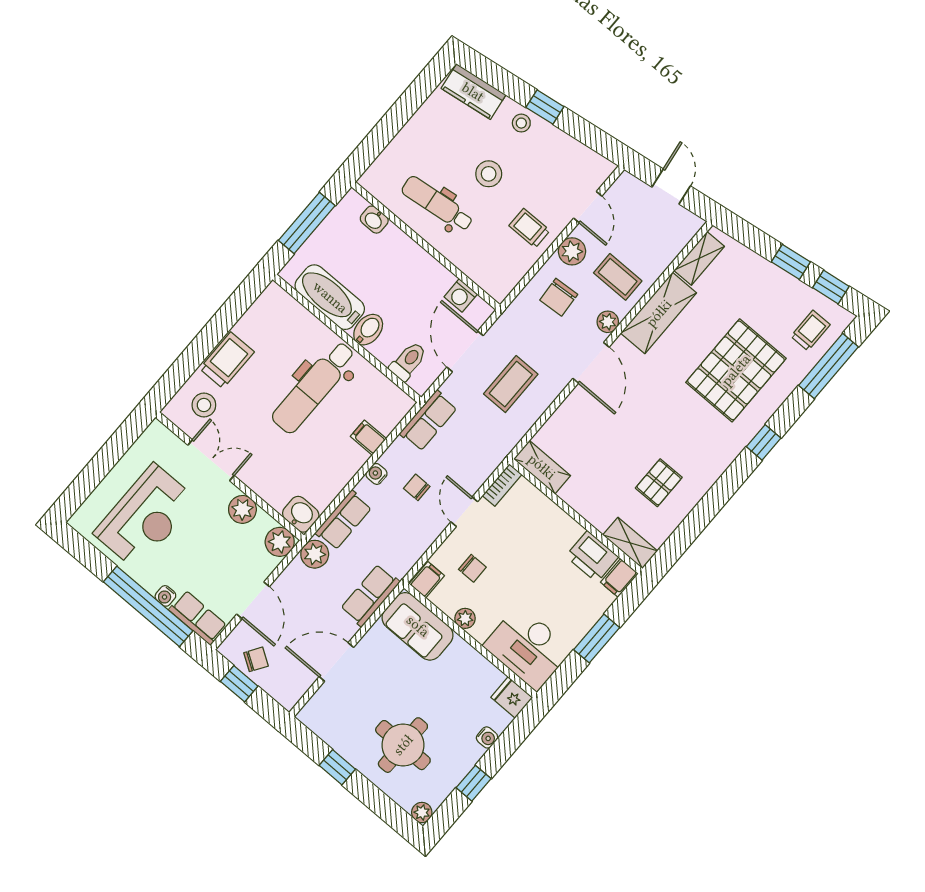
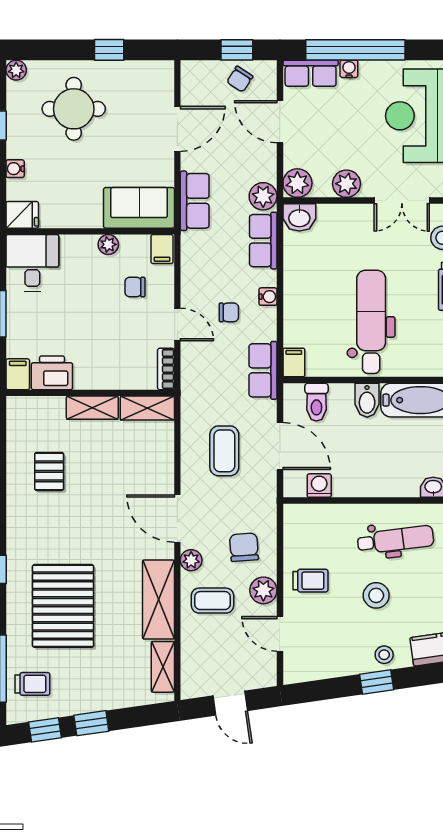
trolley: (810, 330) -> (32, 684), turned -90
filing cabinet: (368, 438) -> (294, 363), moved, turned -90
shelving: (630, 543) -> (92, 408), moved
desk: (528, 648) -> (32, 263), width x0.73

